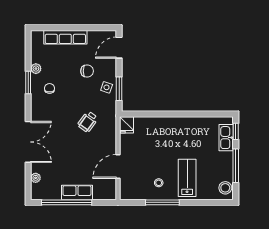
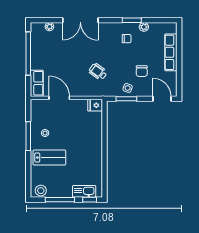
row of seats: (77, 192) -> (37, 83), moved

